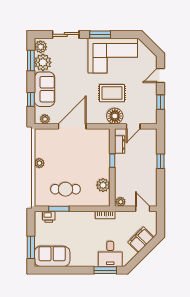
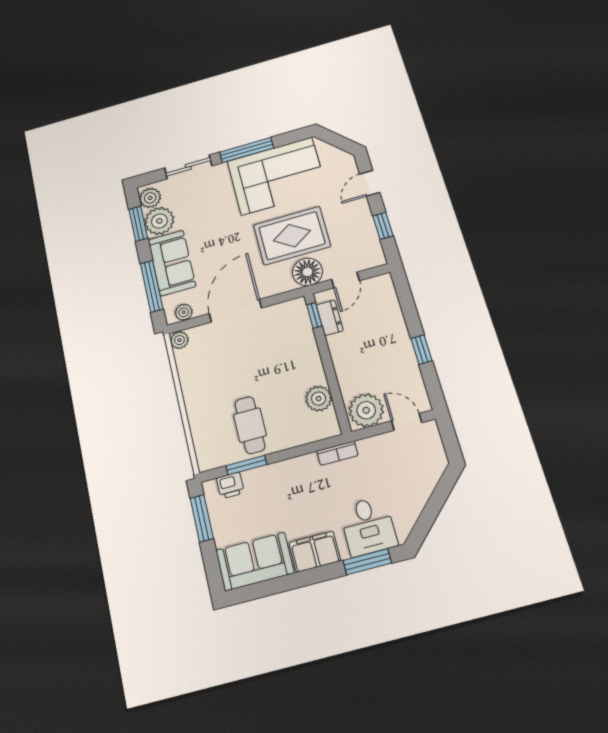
window: (100, 34) -> (247, 150), width x1.44
rug: (112, 93) -> (292, 236), width x1.36, depth x1.43
window: (31, 99) -> (152, 286), width x2.17
window: (112, 161) -> (314, 315), moved
window: (161, 161) -> (421, 350), moved
plant: (39, 163) -> (179, 340), moved
cafe table: (65, 189) -> (250, 425), turned 90
plant: (121, 202) -> (366, 410), width x1.88, depth x1.88
filing cabinet: (141, 240) -> (315, 552), moved, turned 45
window: (31, 247) -> (202, 518), moved

